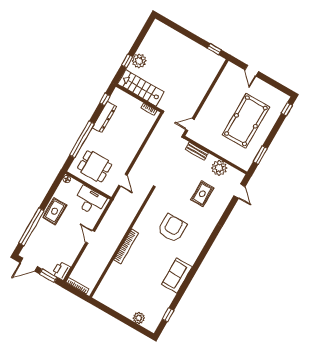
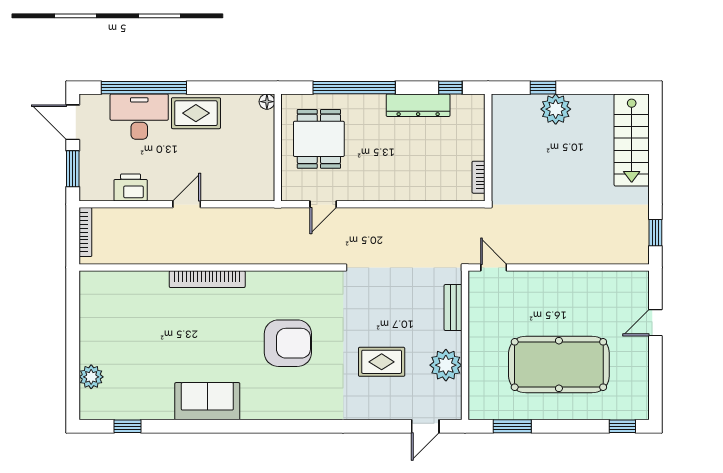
stairs: (141, 88) -> (632, 140), moved, turned 180
desk: (90, 201) -> (139, 117), moved, turned -90
printer: (61, 271) -> (131, 188), moved

